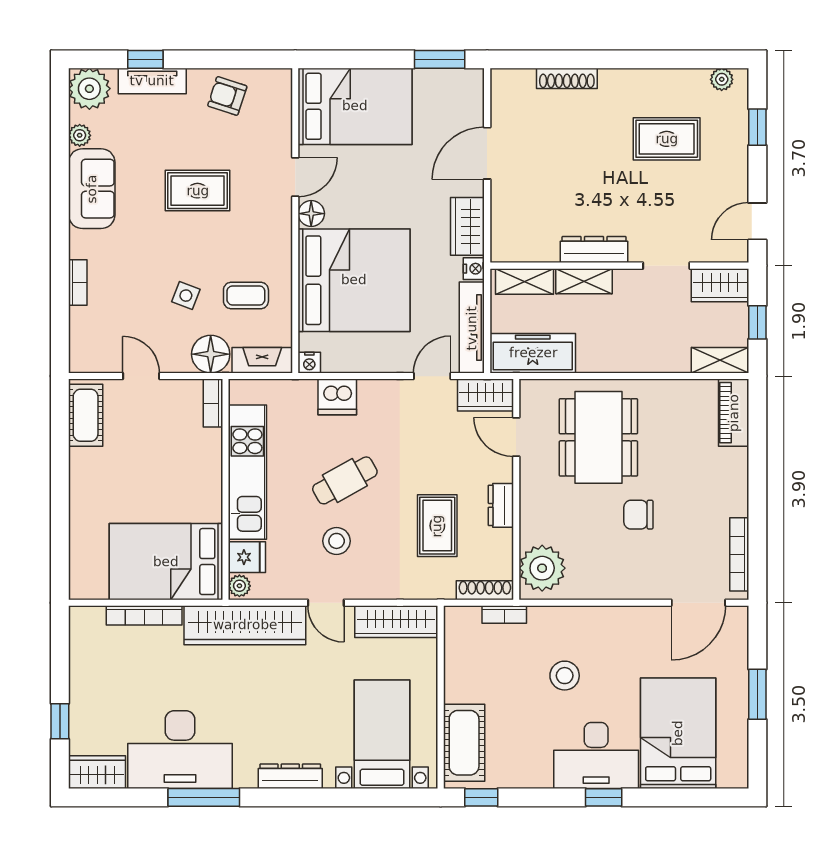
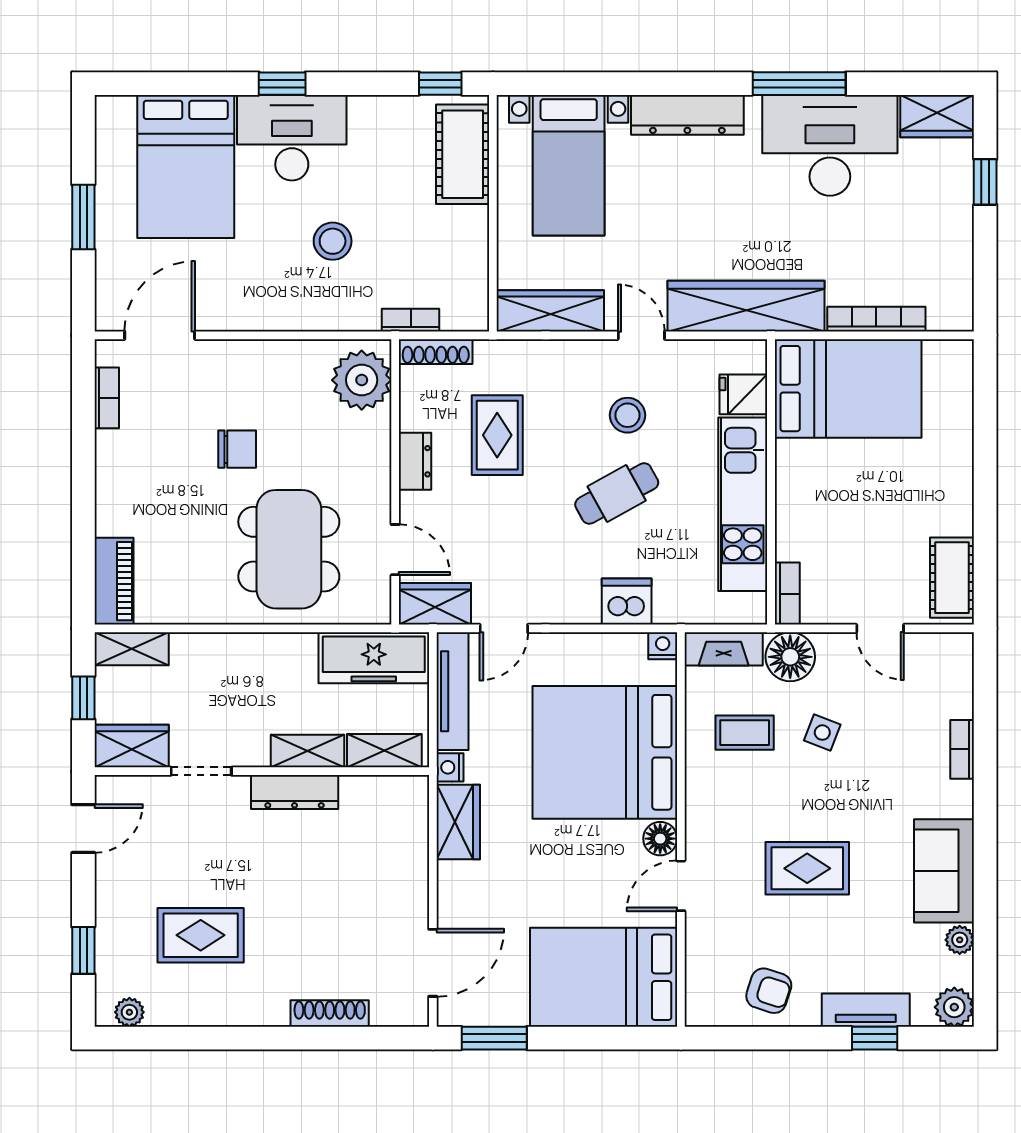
plant: (89, 89) -> (954, 1007), width x0.73, depth x0.73
door: (487, 153) -> (433, 963), moved
bookcase: (739, 554) -> (107, 398), width x0.64
plant: (239, 586) -> (753, 357), removed
dresser: (290, 776) -> (687, 115), width x1.37, depth x1.24

